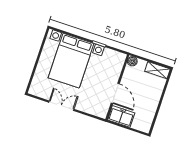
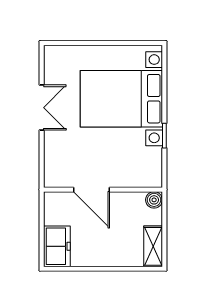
door: (115, 93) -> (92, 190), hinge flipped
freezer: (121, 116) -> (57, 246), moved

